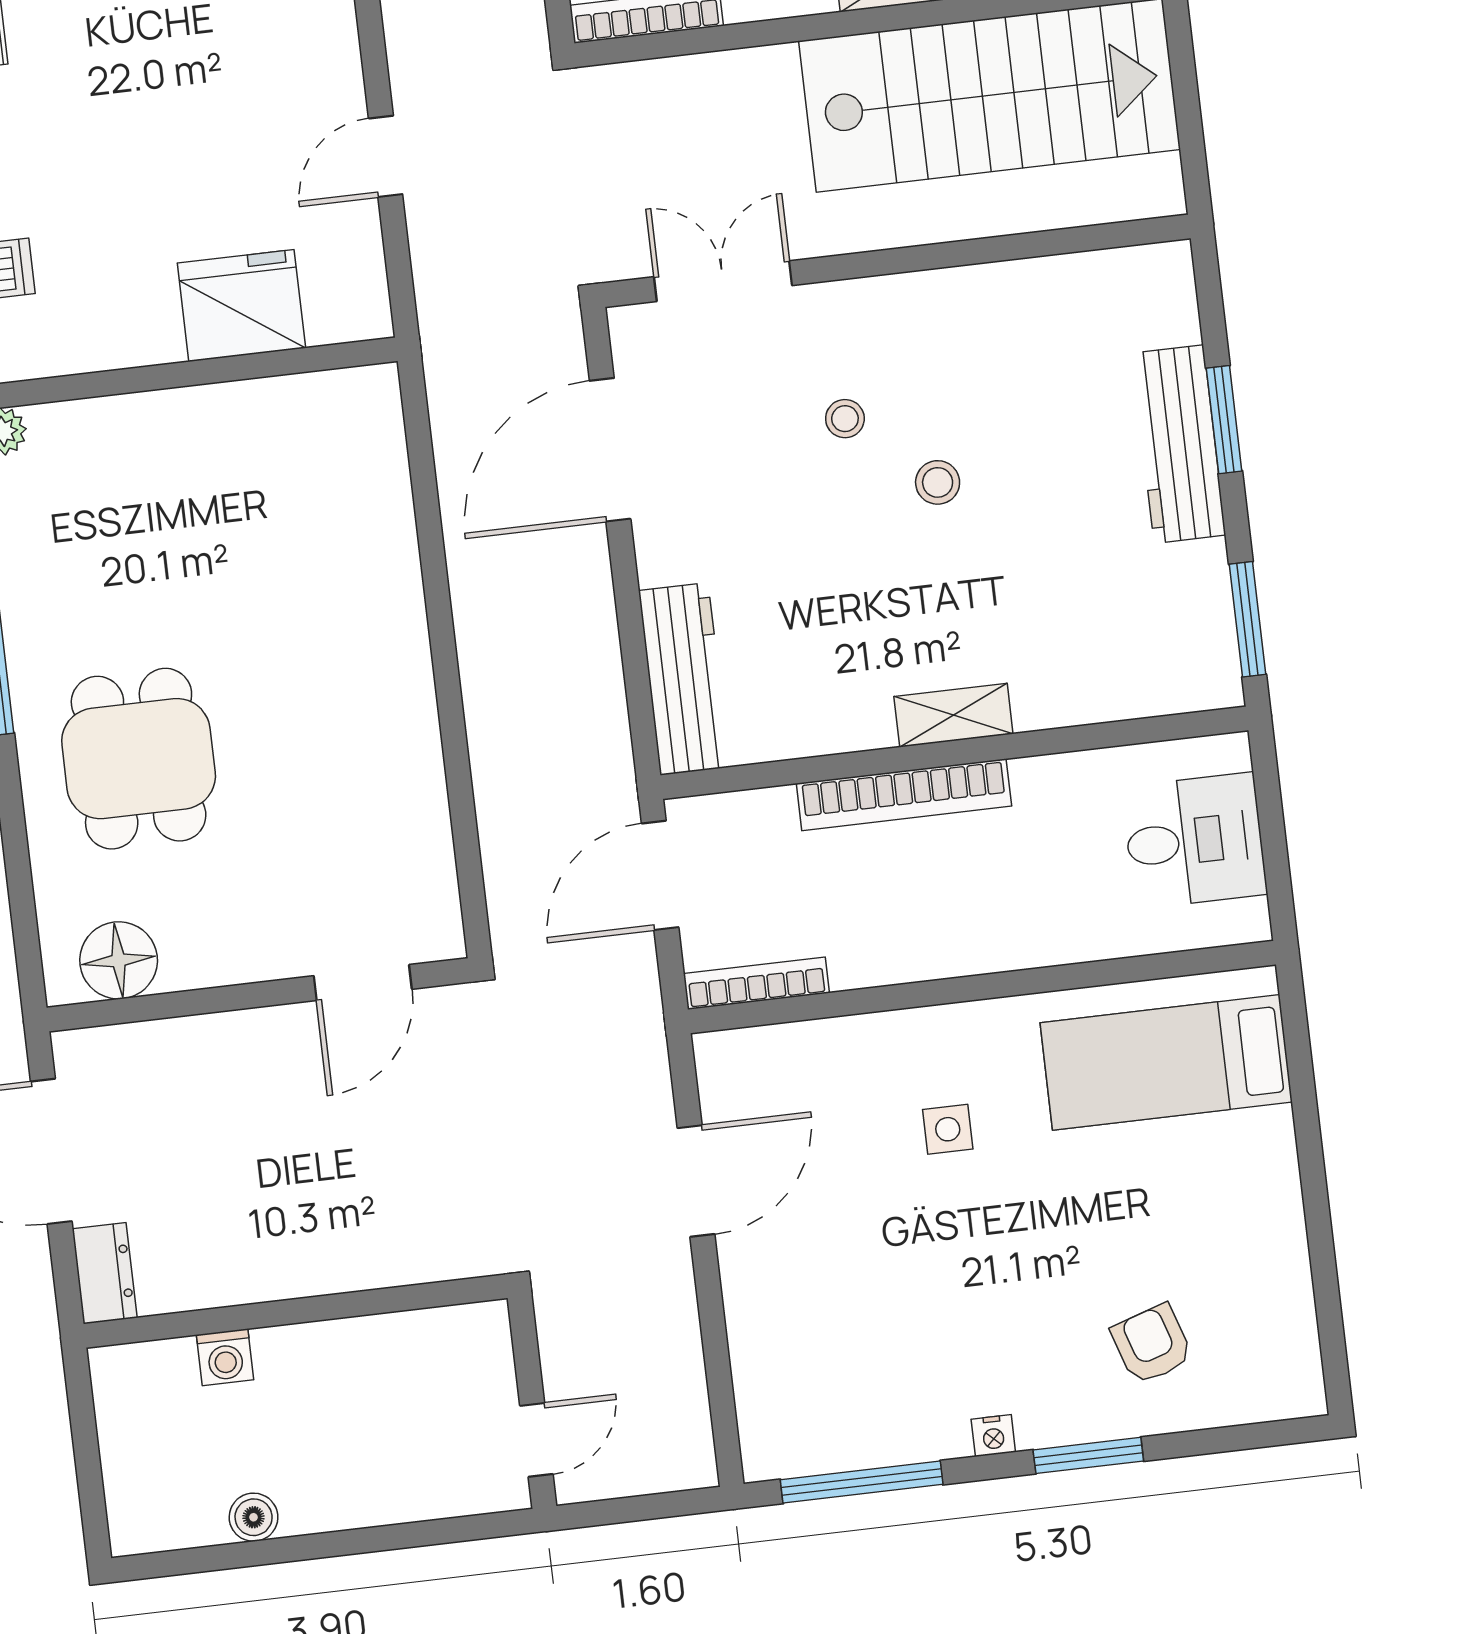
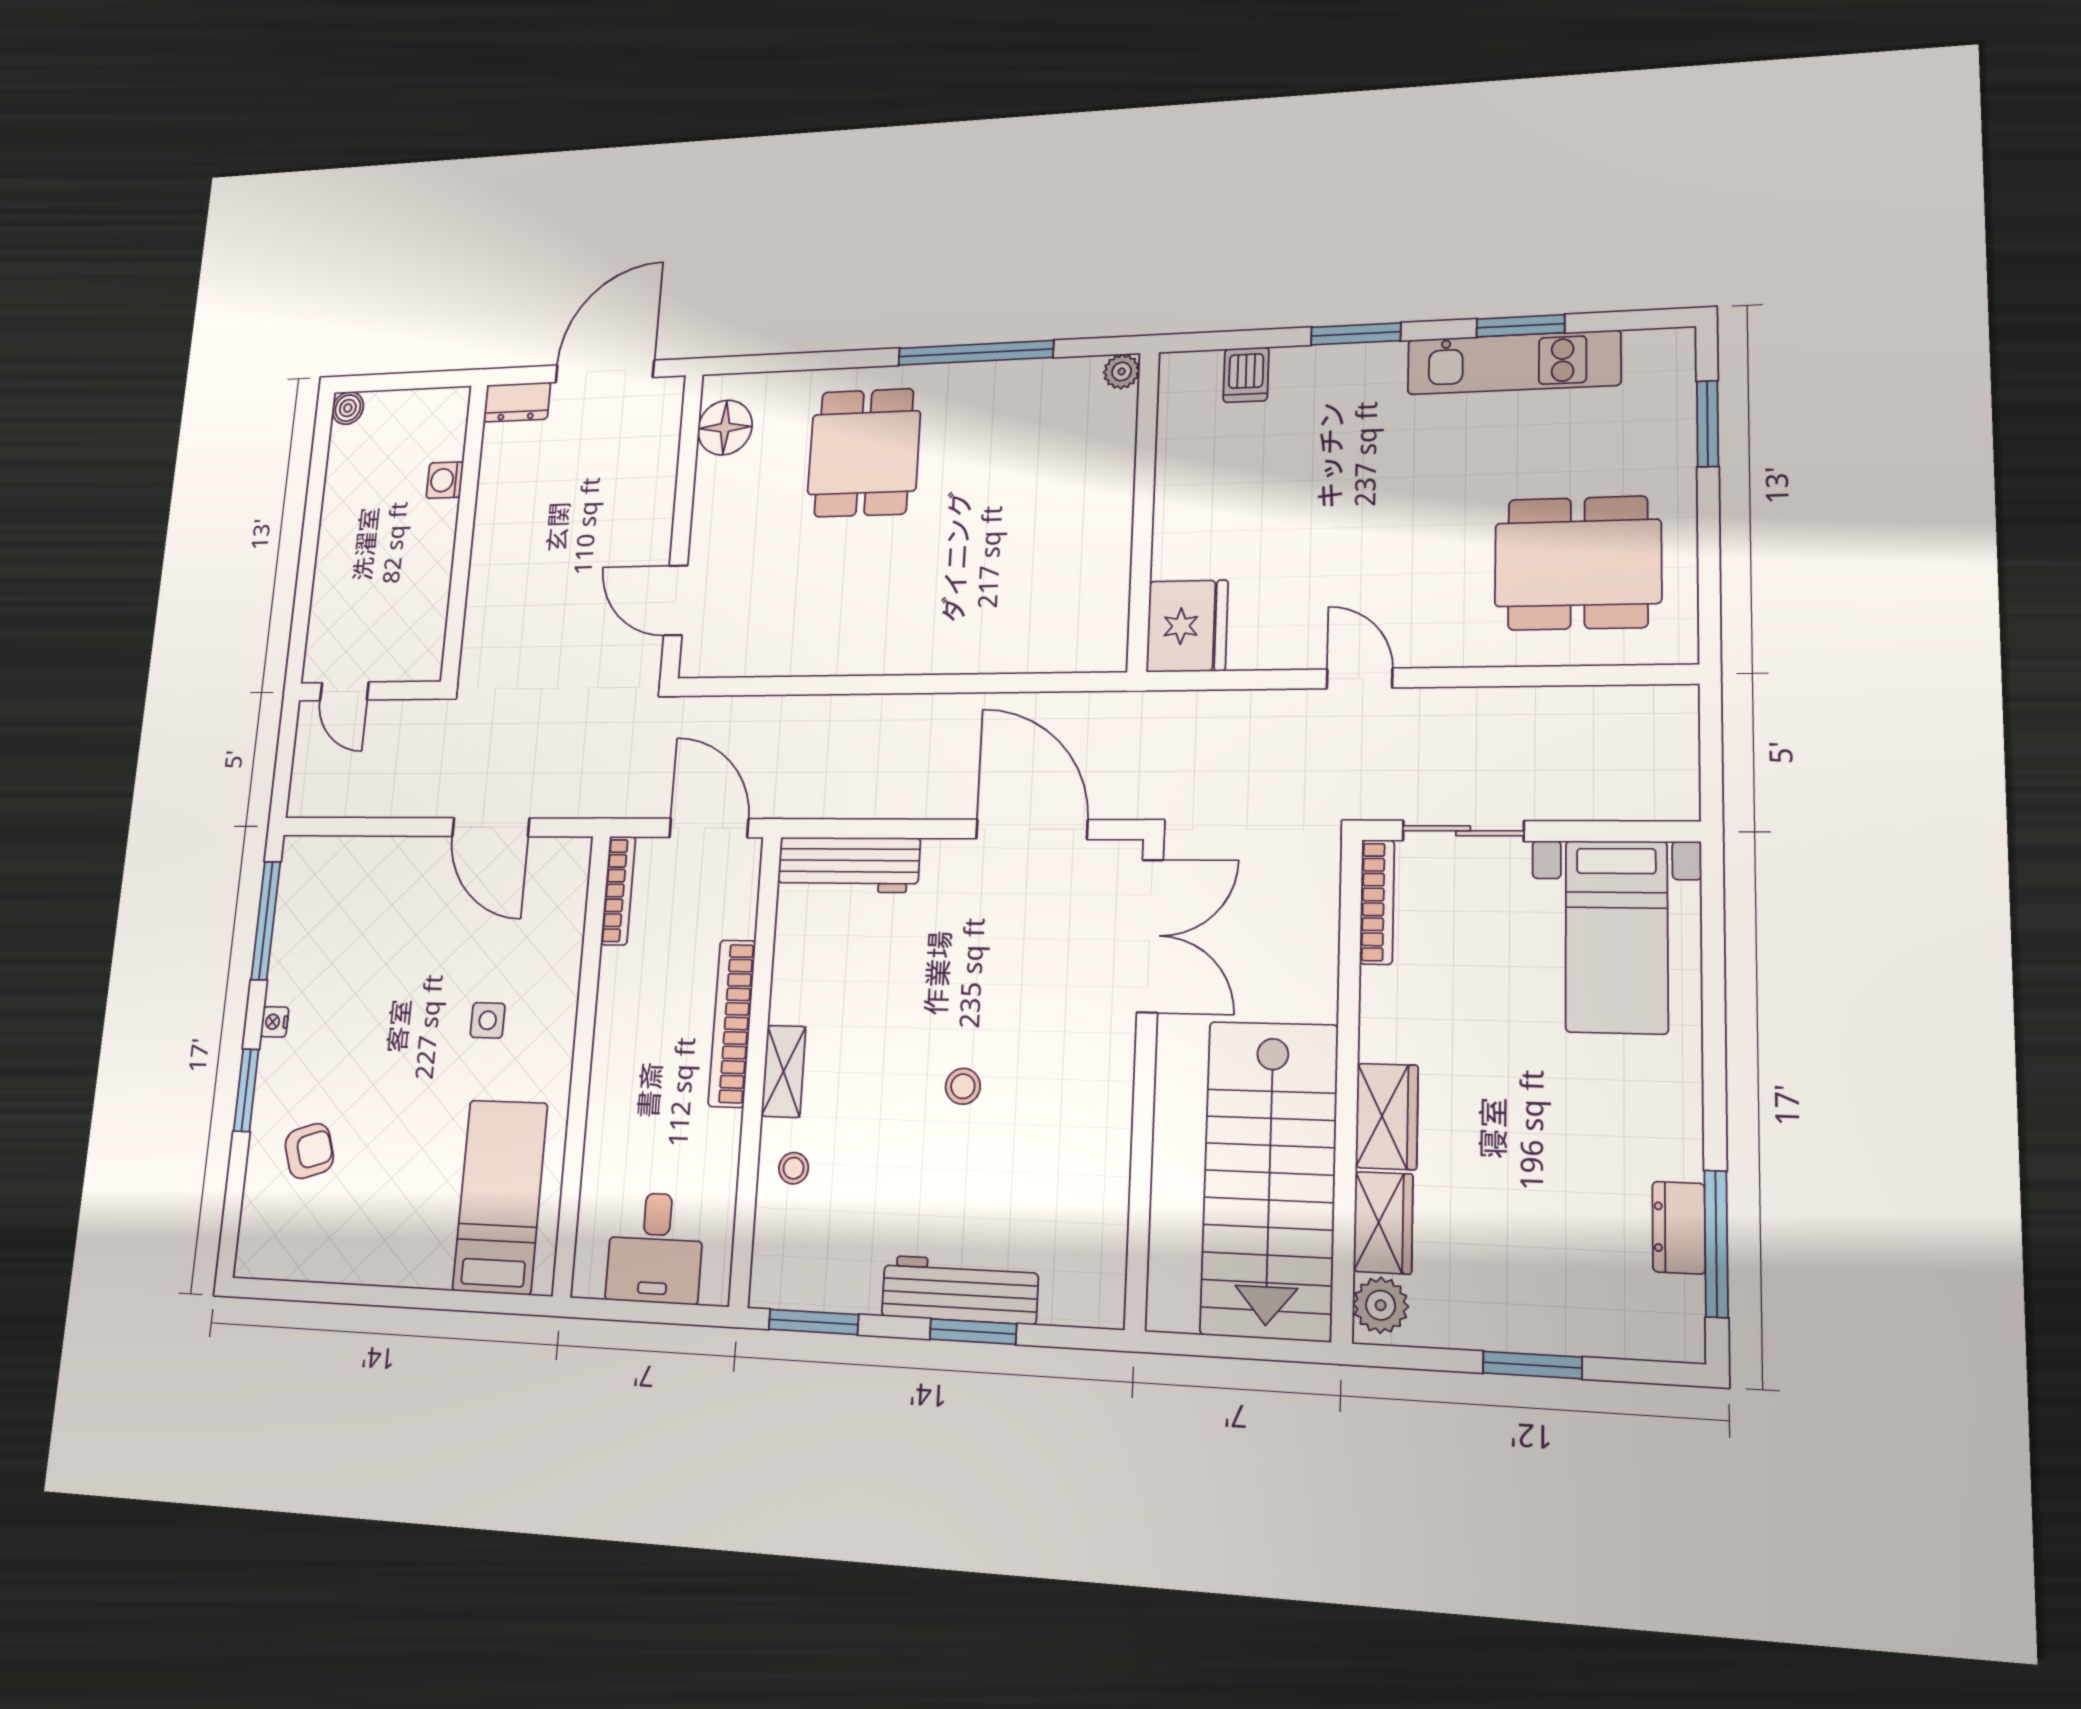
door: (386, 156) -> (1360, 678), moved
double door: (723, 281) -> (1150, 936), width x1.37
fridge: (241, 306) -> (1187, 626), moved
stool: (845, 419) -> (794, 1168), moved
dining table: (139, 759) -> (864, 453), turned 90
boiler: (254, 1517) -> (348, 408), moved

